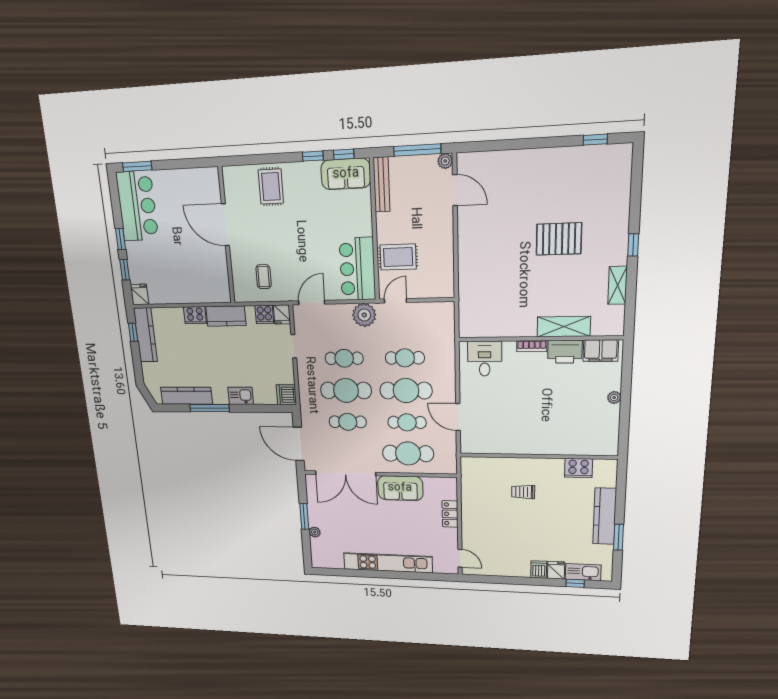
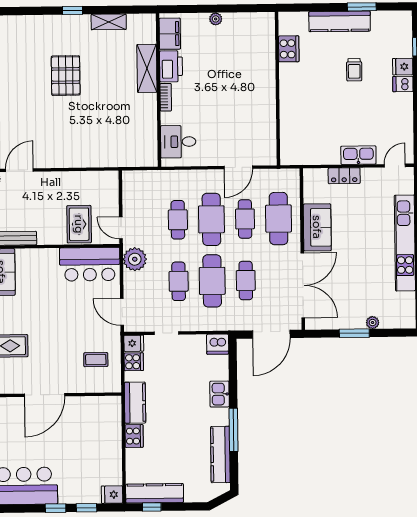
trolley: (523, 492) -> (354, 70), moved
kitchen sink: (583, 572) -> (358, 155), moved, turned 90

